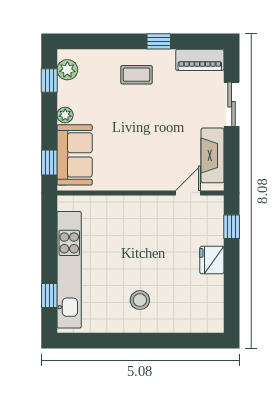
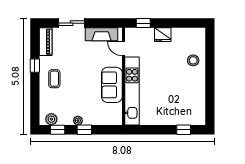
sofa: (75, 155) -> (112, 85), moved, turned -90
window: (49, 163) -> (84, 130), moved
kitchen unit: (69, 270) -> (132, 91), moved, turned 90
stool: (140, 300) -> (193, 60), moved

